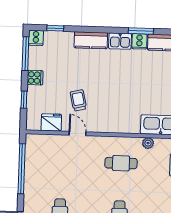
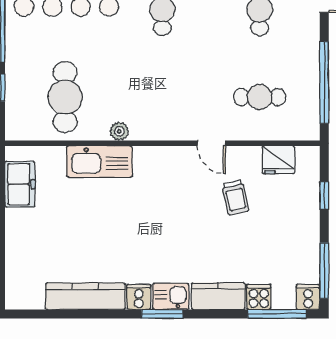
window: (55, 28) -> (277, 314), width x2.17
window: (141, 31) -> (162, 314), moved
cooker: (35, 78) -> (259, 297), moved, turned 90
door: (78, 133) -> (211, 143), moved
cafe table: (121, 163) -> (260, 97), moved

